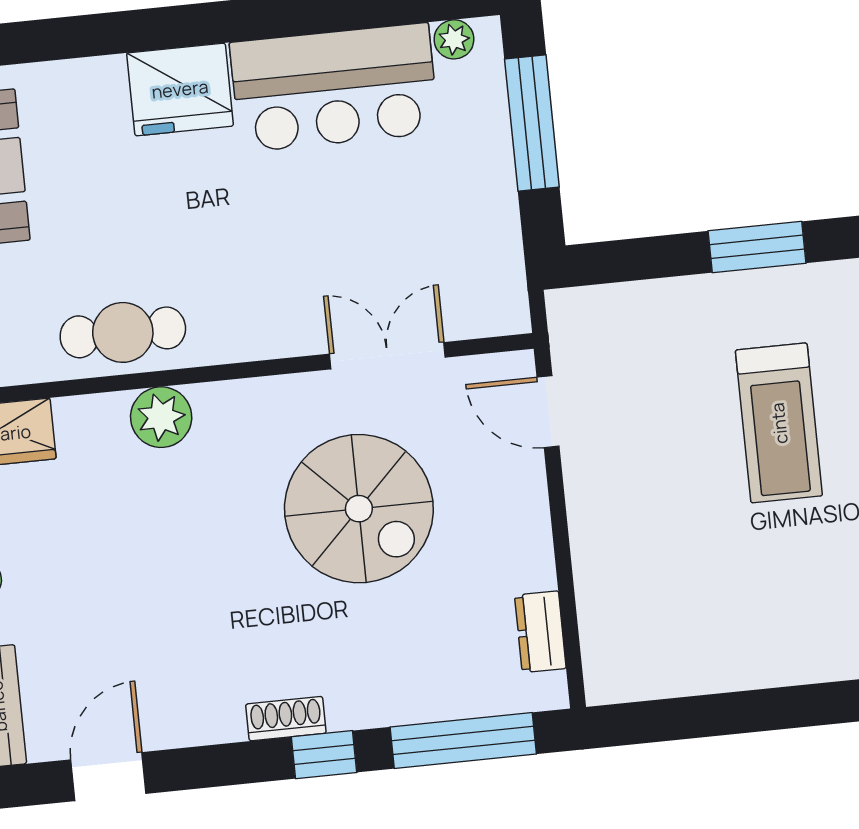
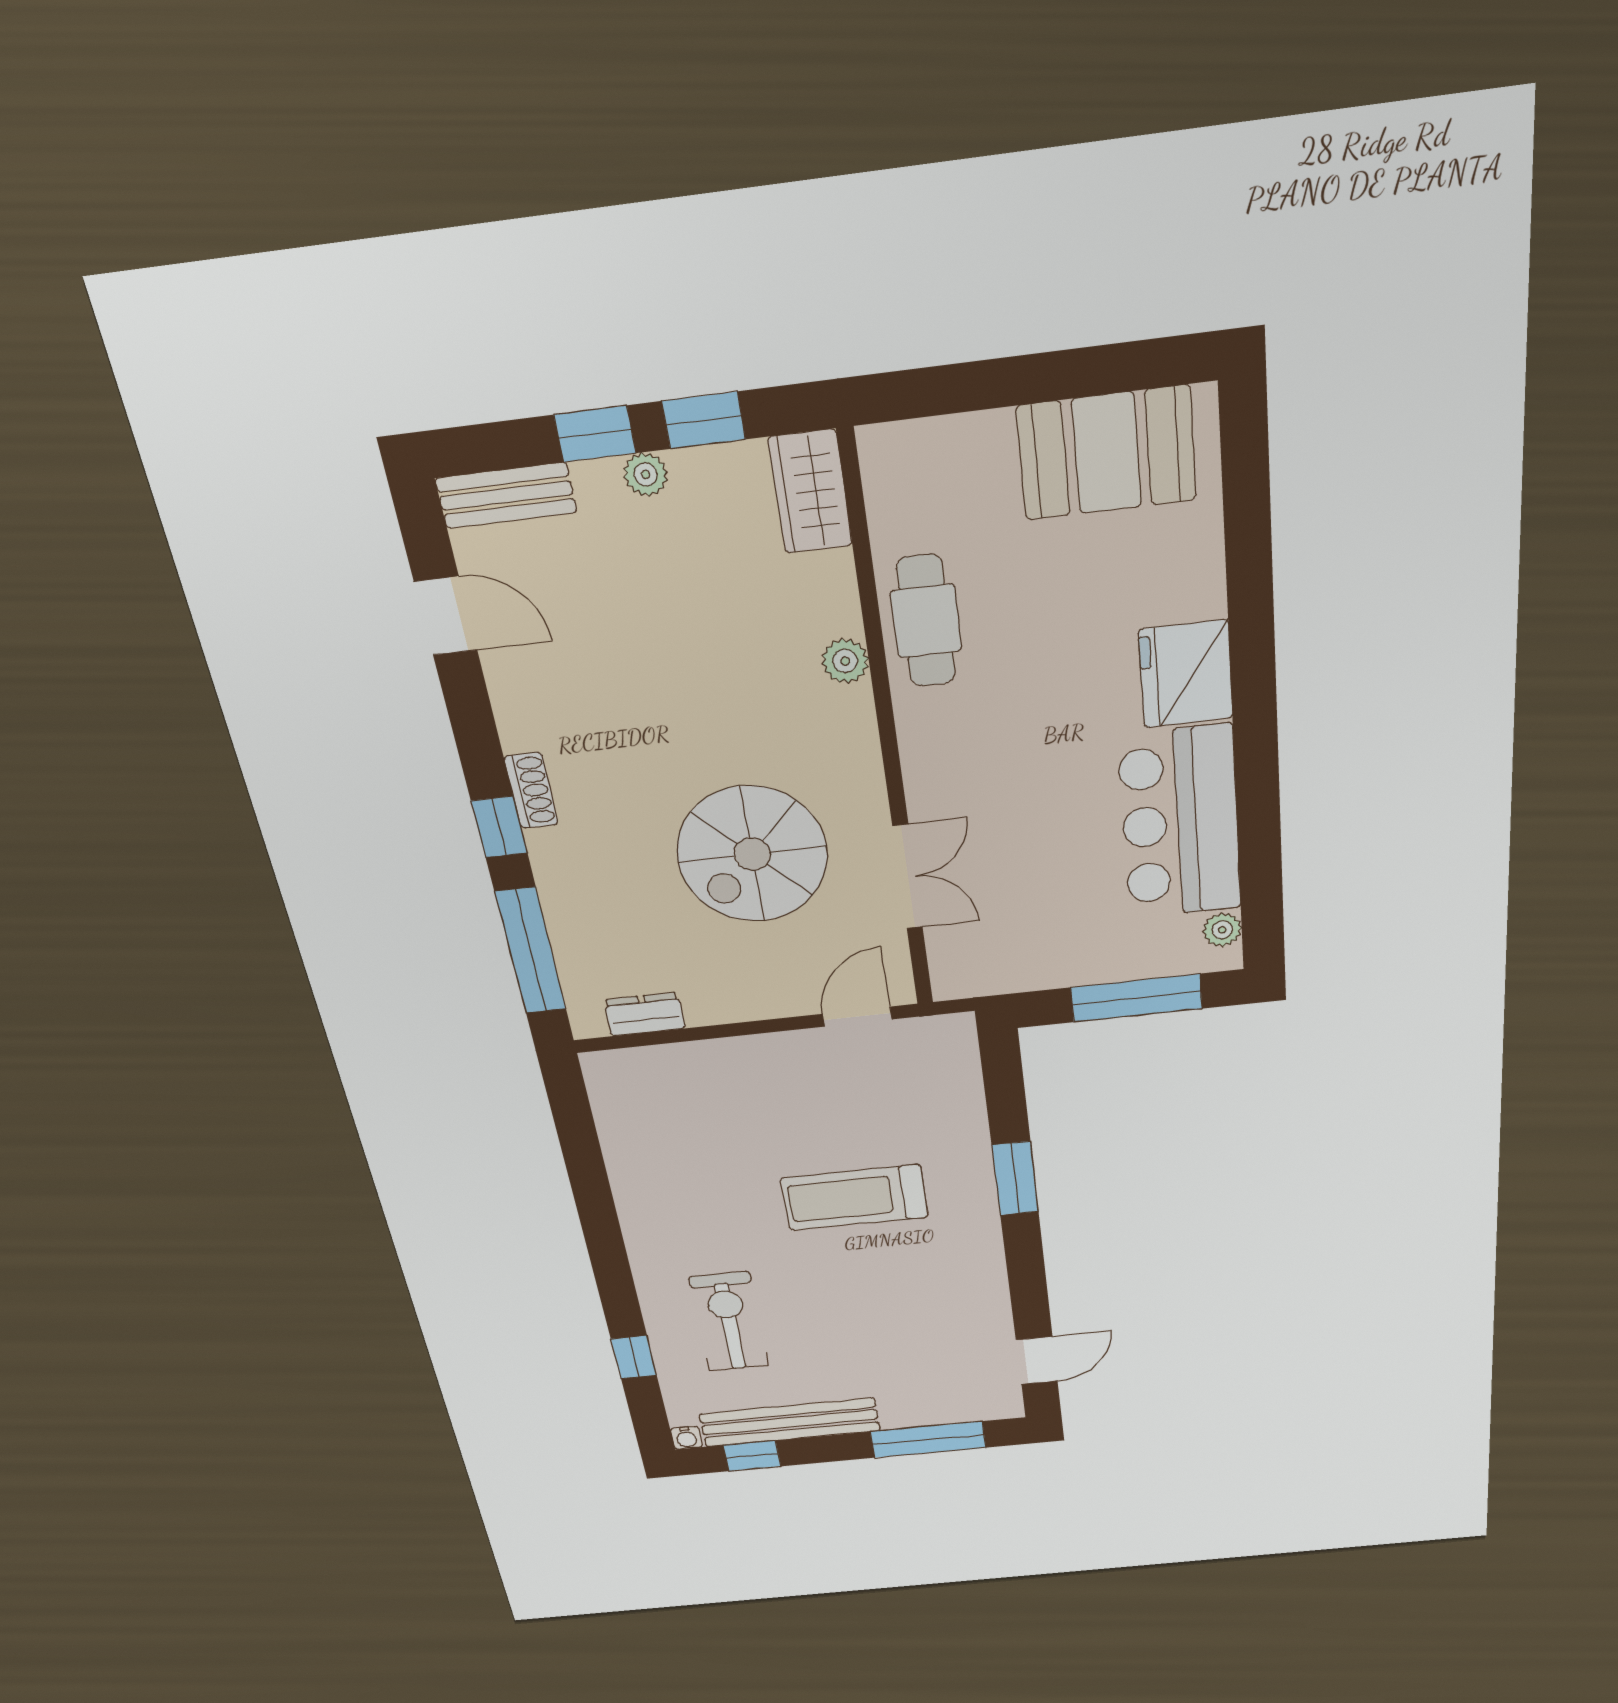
plant: (161, 417) -> (845, 661), width x0.73, depth x0.73

